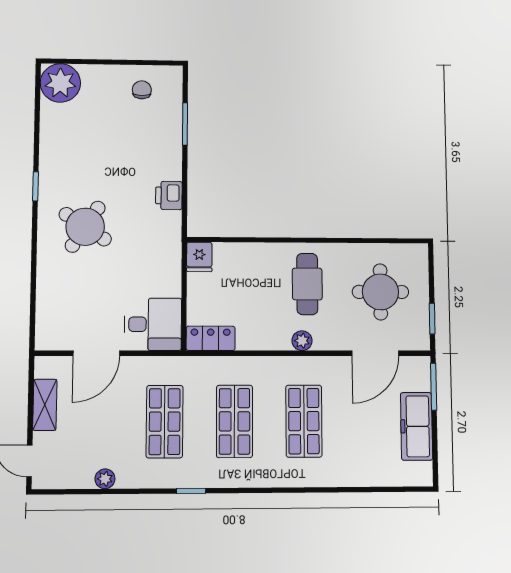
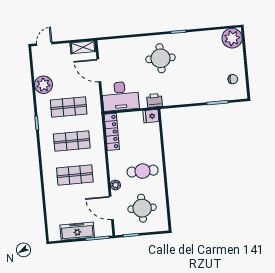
printer: (169, 196) -> (154, 100), moved
round table: (85, 227) -> (161, 58), turned -33
desk: (153, 324) -> (120, 96), width x1.37
locker: (211, 338) -> (112, 132), width x1.53
plant: (302, 341) -> (115, 185), moved
shelving: (45, 405) -> (83, 47), moved
plant: (105, 479) -> (43, 85), width x1.88, depth x1.88

